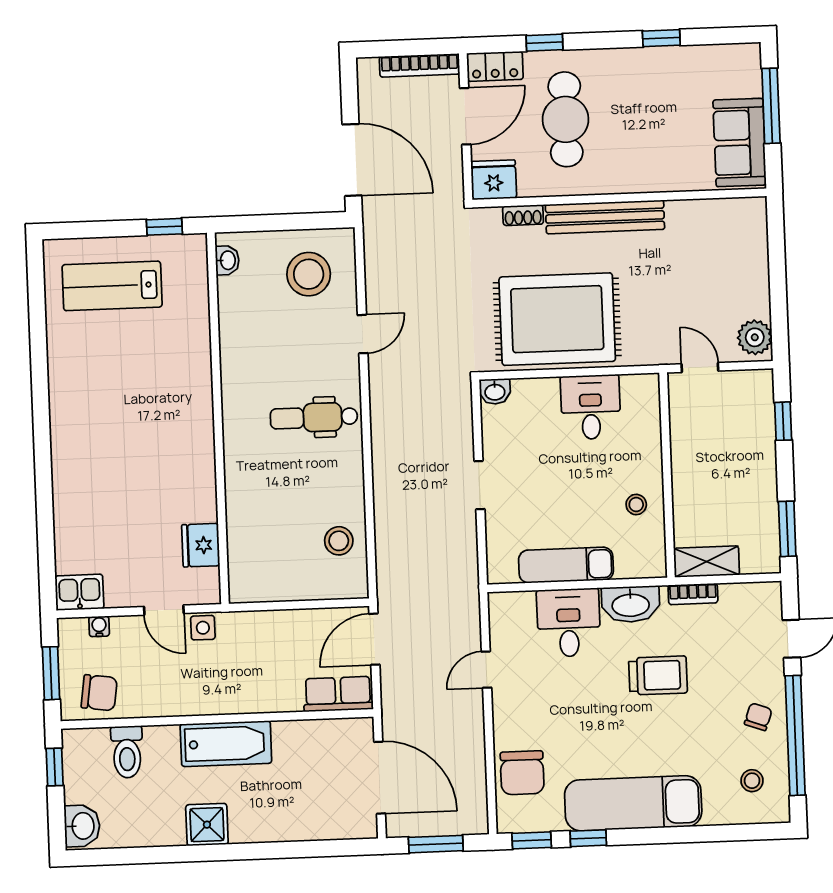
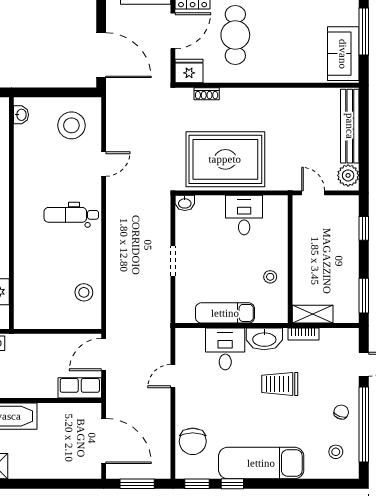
bench: (605, 217) -> (350, 126), moved, turned 90
trolley: (658, 675) -> (280, 384), turned 180

